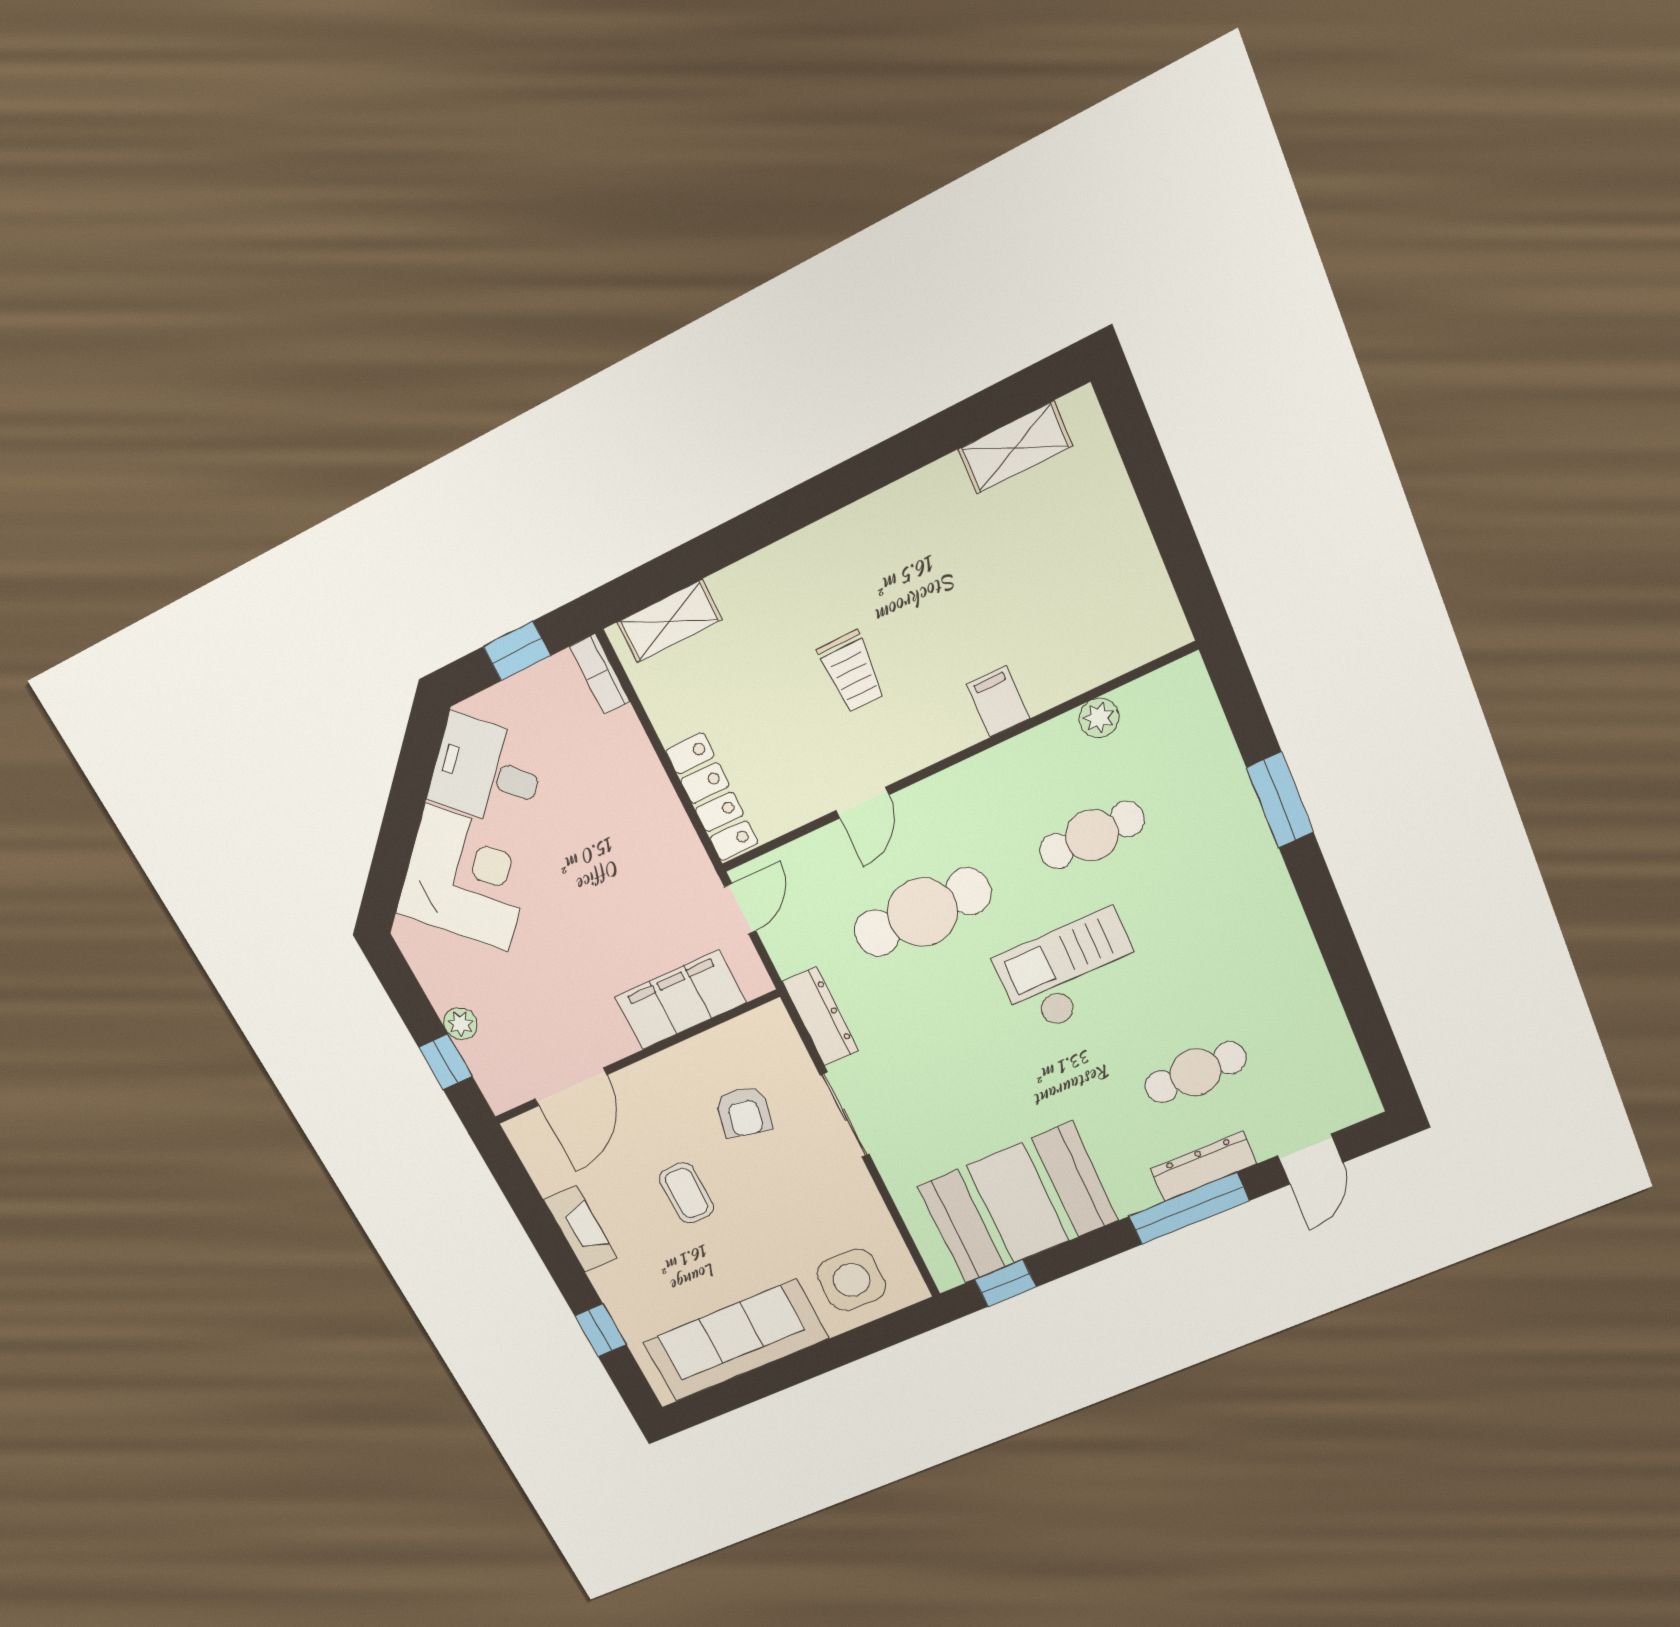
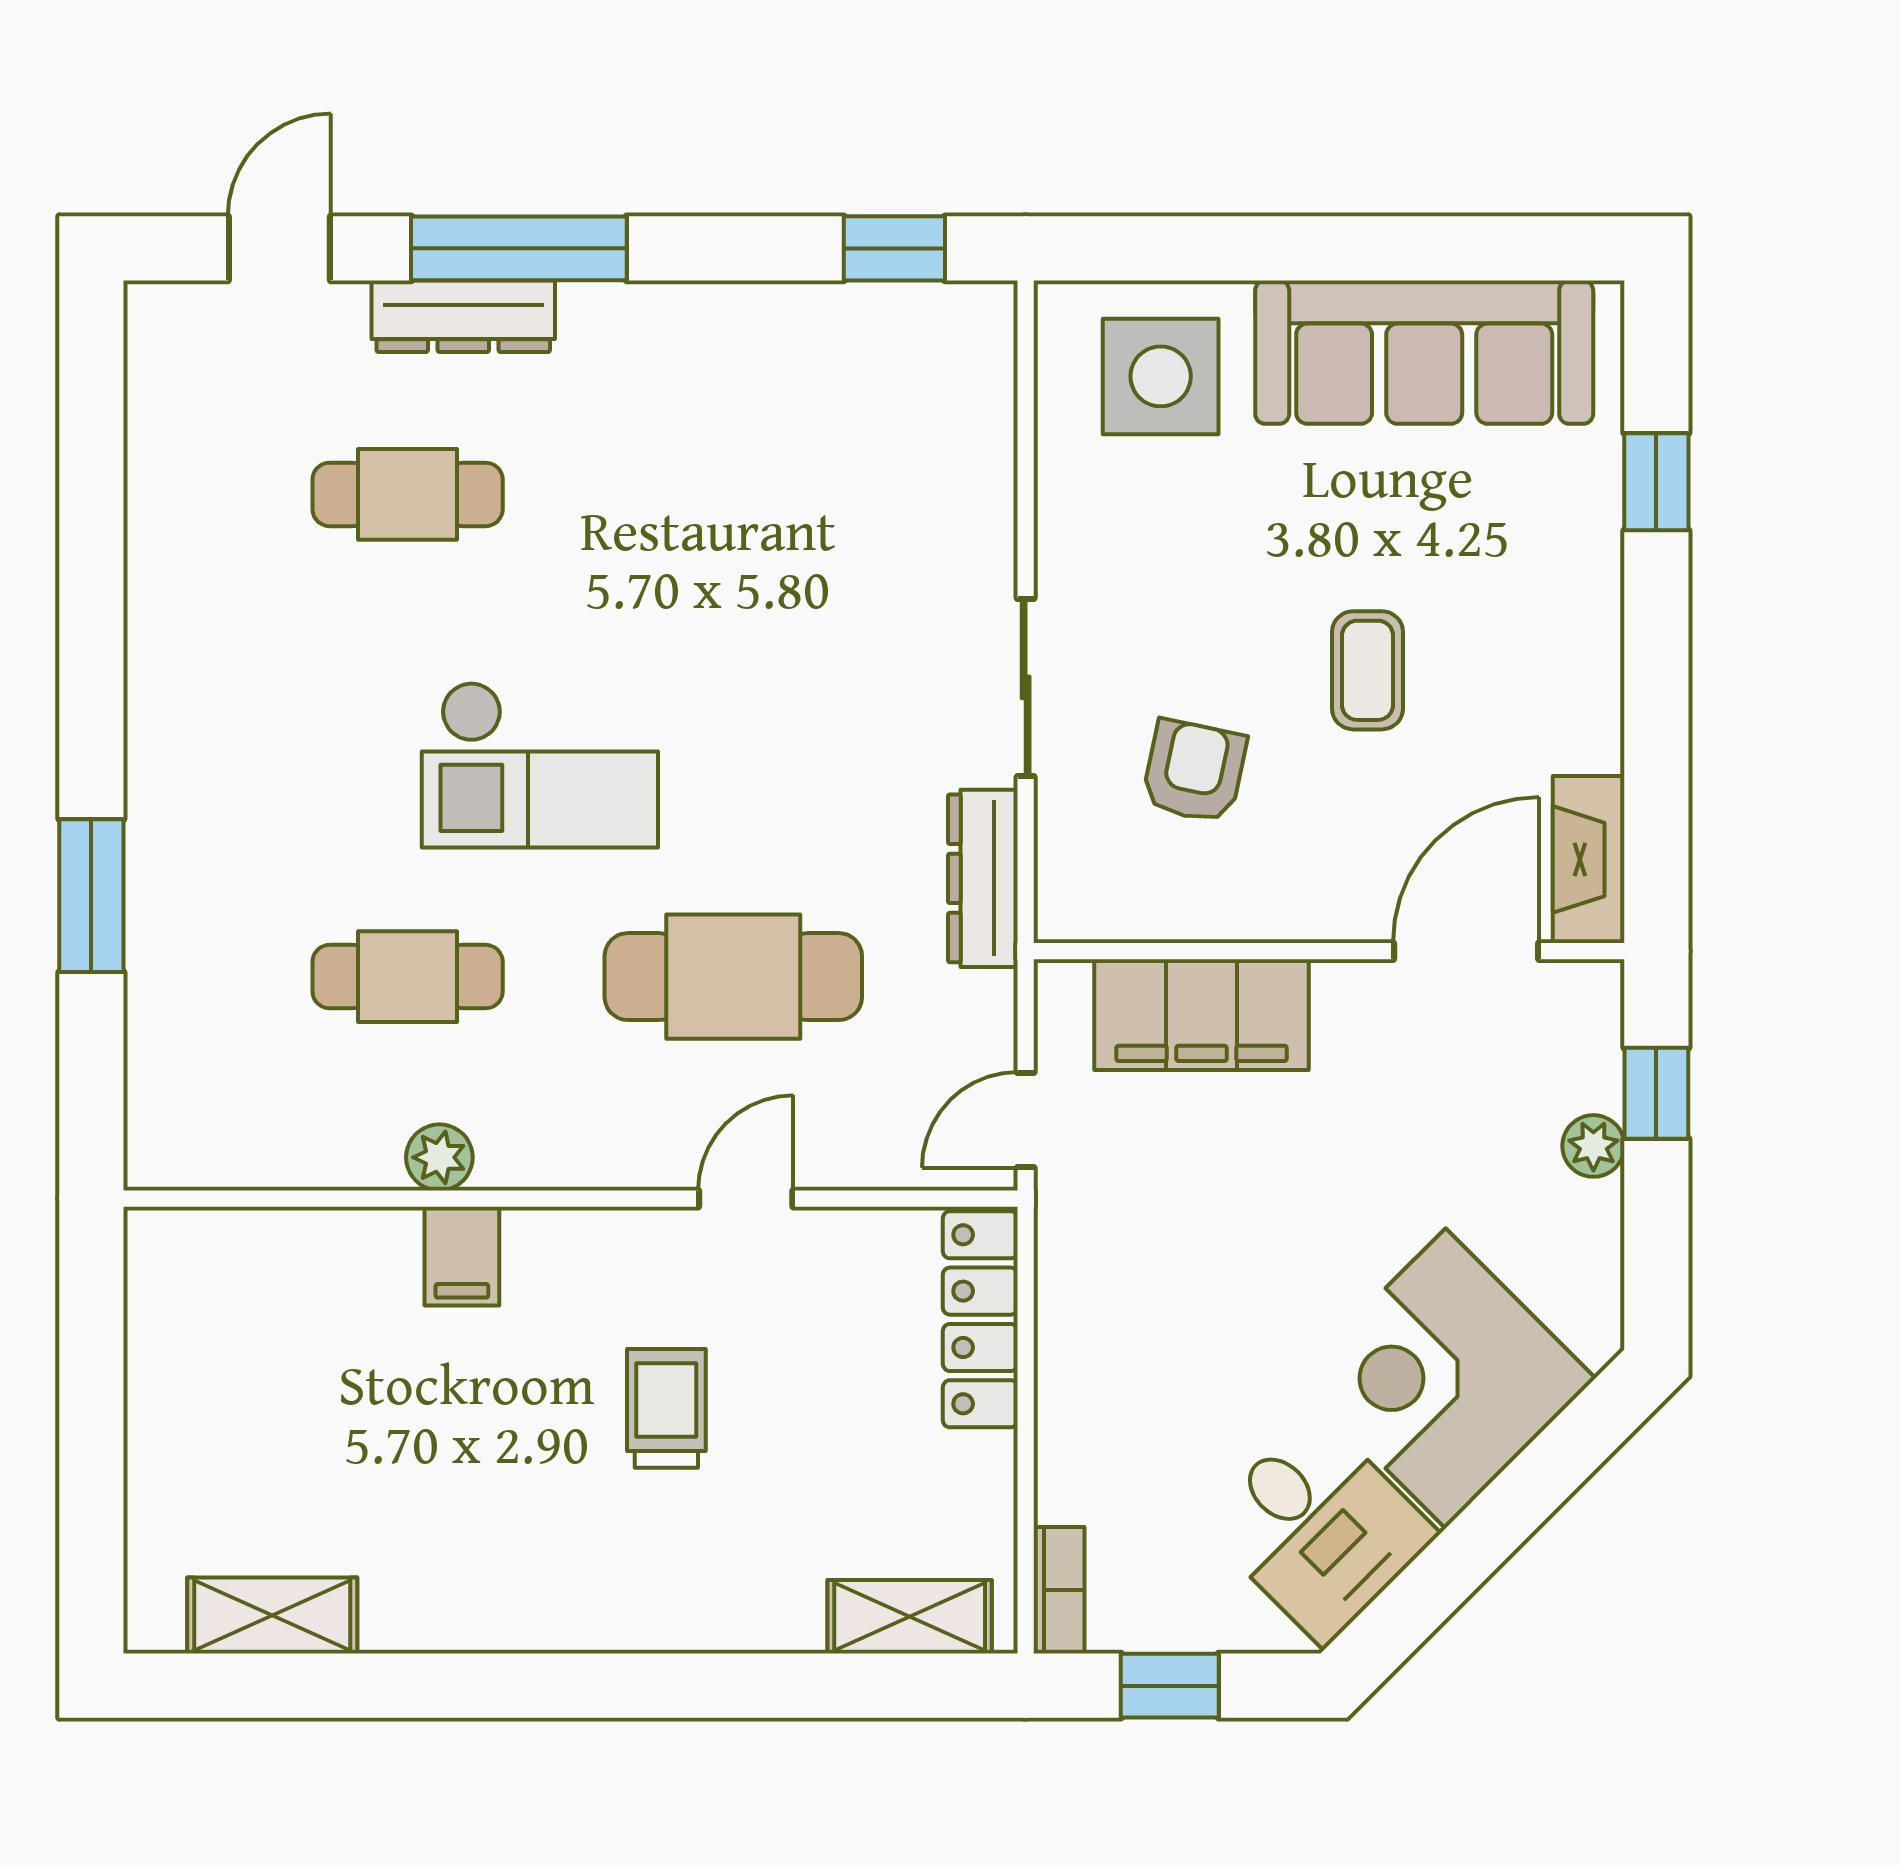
plant: (1099, 718) -> (439, 1157), moved
booth: (1018, 1203) -> (806, 391), removed
fireplace: (580, 1229) -> (1589, 859), moved

